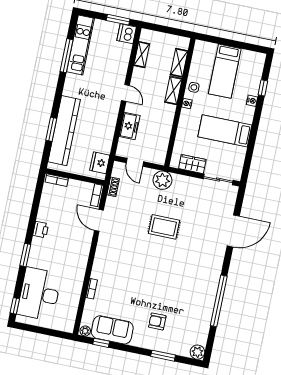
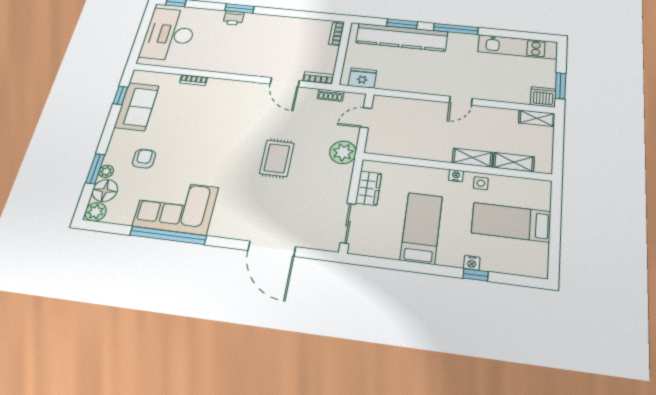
shelving: (142, 55) -> (537, 118), moved
window: (67, 56) -> (456, 29), moved
window: (263, 88) -> (476, 275), moved
freezer: (130, 126) -> (416, 108), removed
door: (99, 220) -> (285, 82), swing flipped
printer: (41, 230) -> (234, 18), moved
desk: (39, 294) -> (169, 34), moved, turned -90
corner sofa: (197, 297) -> (176, 207), added
plant: (85, 331) -> (106, 171), moved
floor lamp: (181, 347) -> (105, 190), added

